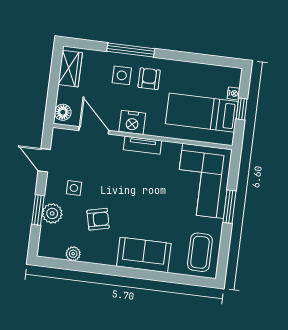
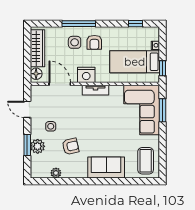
window: (210, 60) -> (136, 24), added
wardrobe: (70, 69) -> (37, 48), width x1.50
armchair: (149, 79) -> (94, 42), turned 180
window: (242, 109) -> (162, 68), moved
window: (229, 207) -> (162, 110), moved

